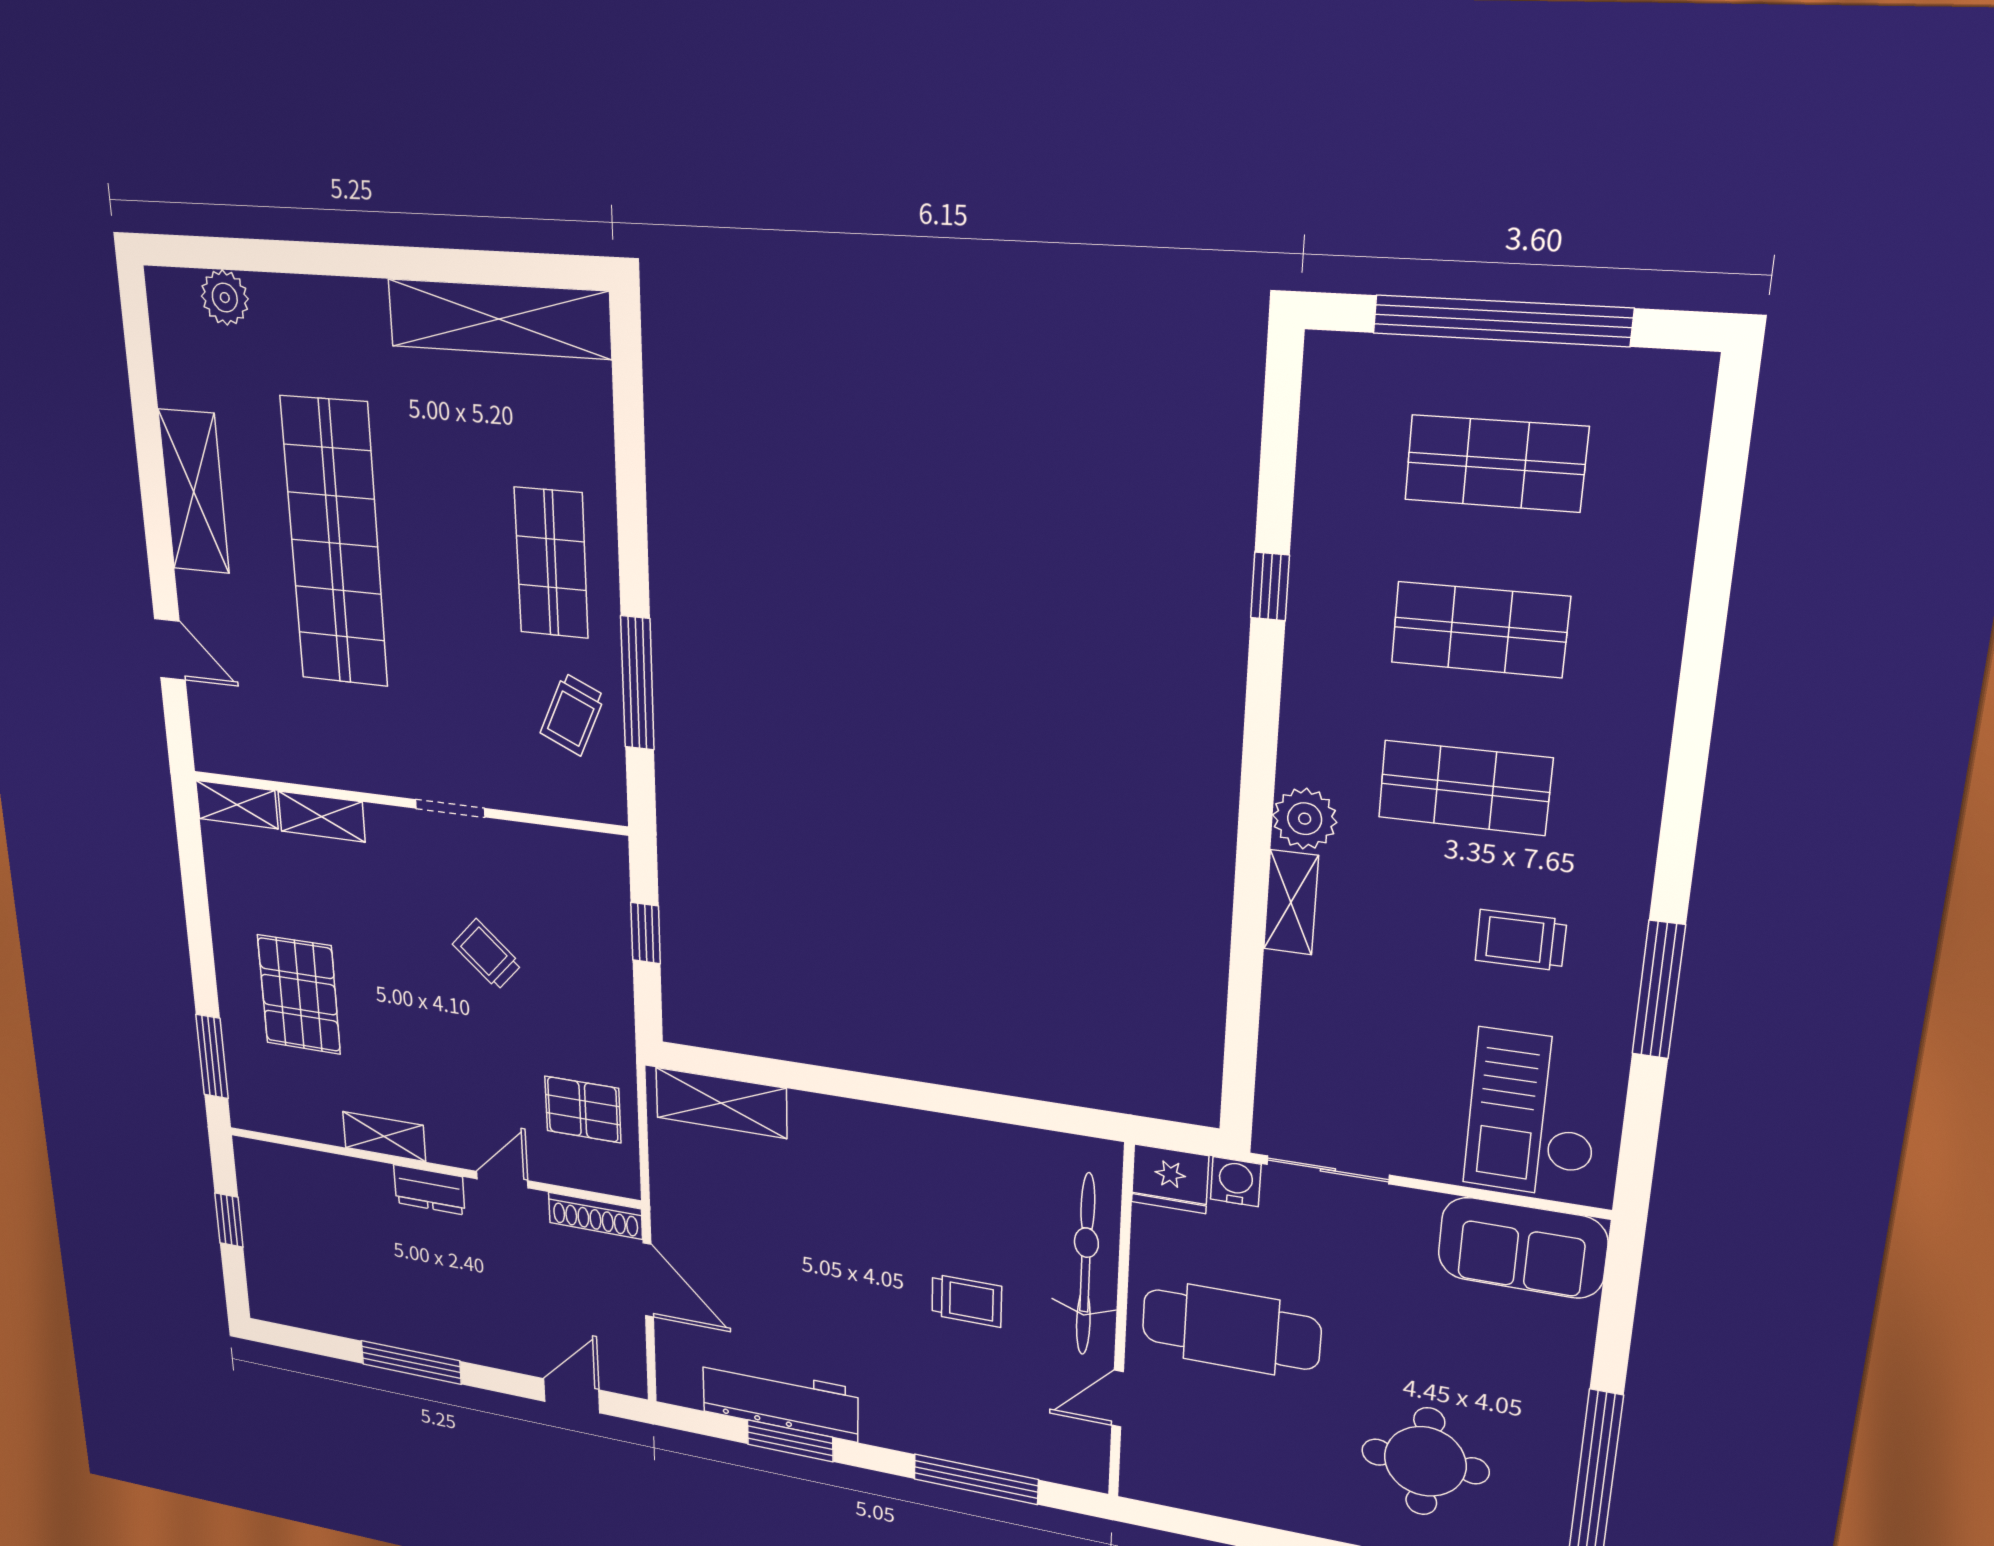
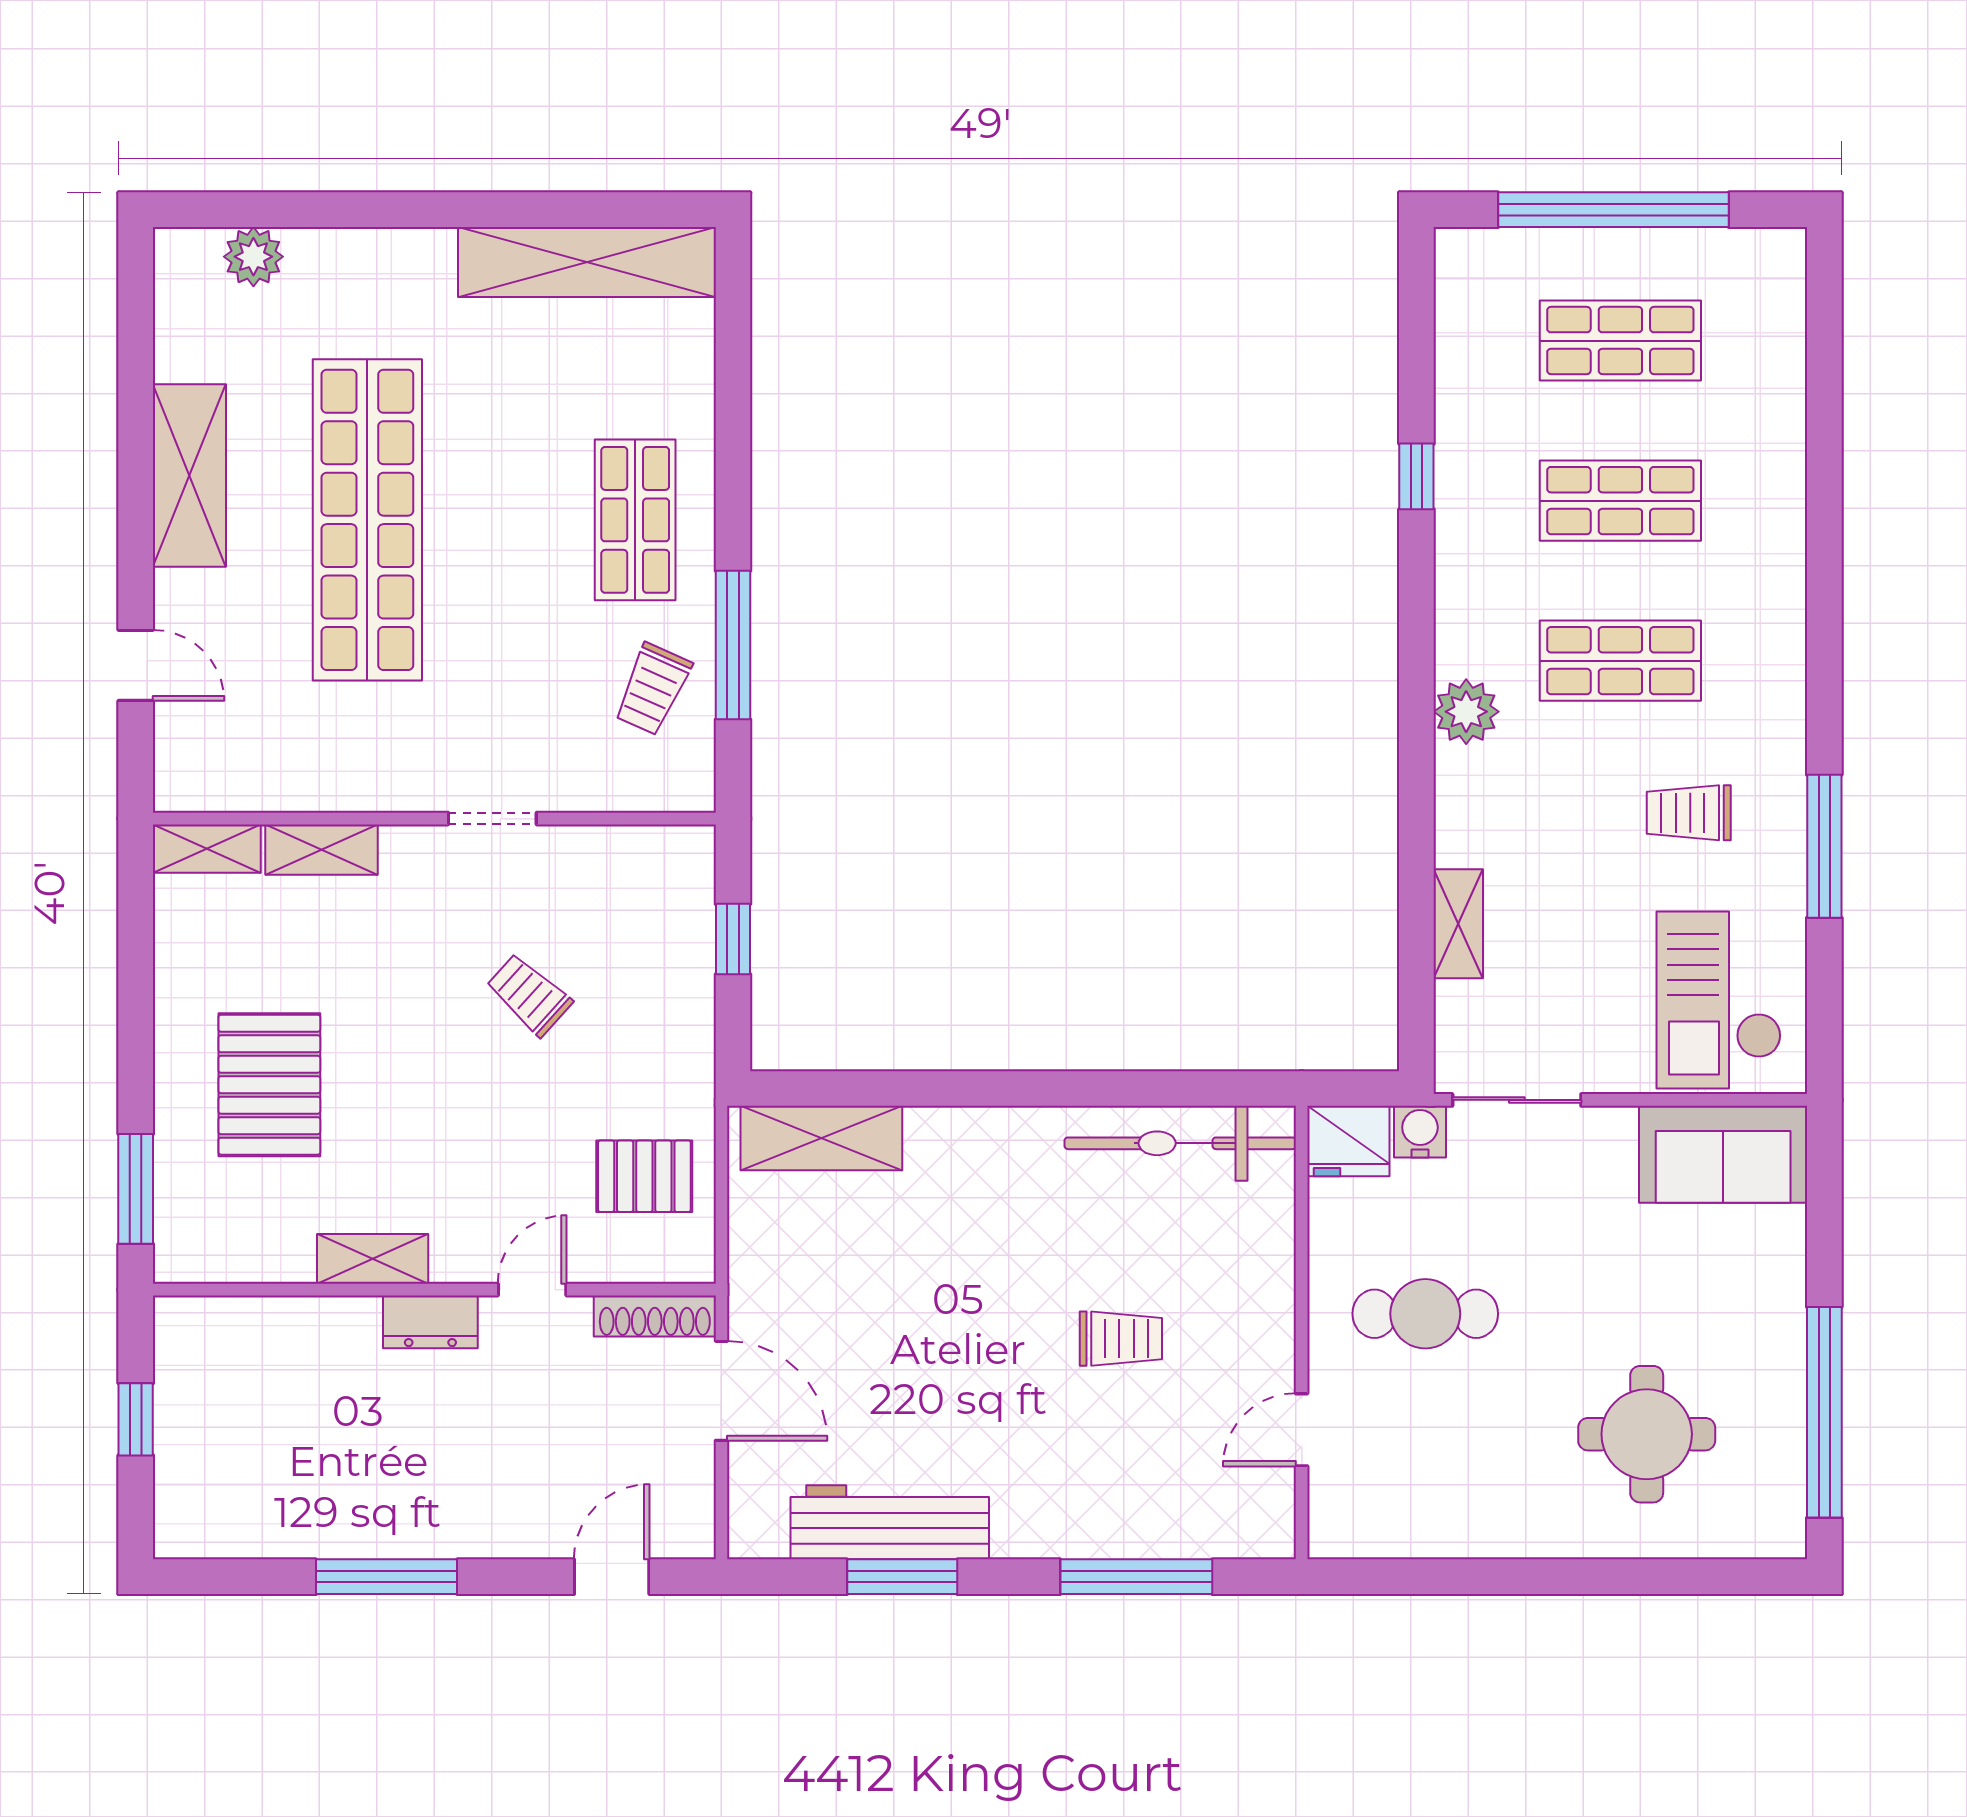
shelving: (1291, 902) -> (1458, 924), moved
bicycle: (1086, 1265) -> (1180, 1143), moved, turned -90
cafe table: (1231, 1329) -> (1425, 1314), width x0.73, depth x0.74

